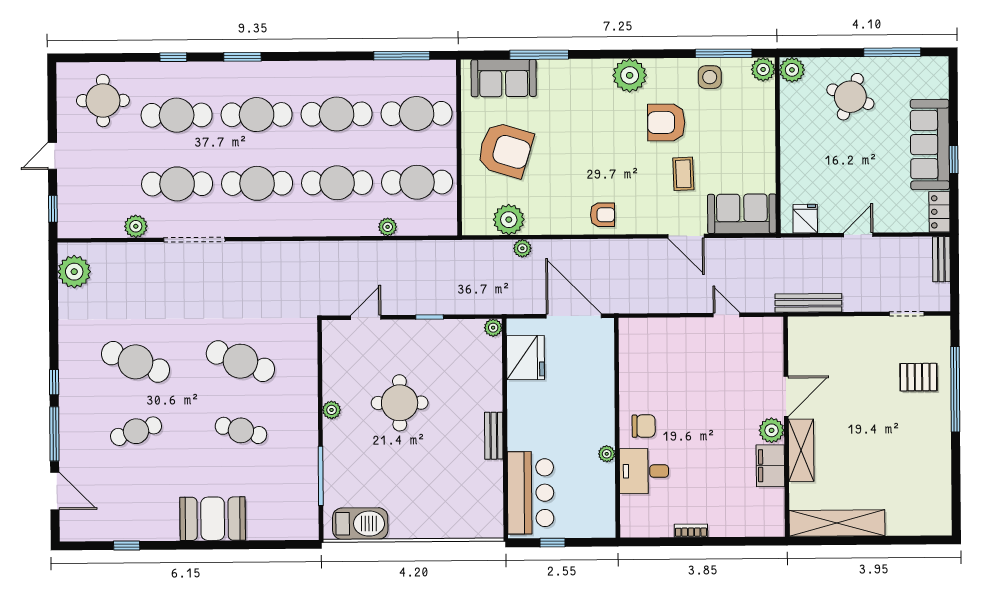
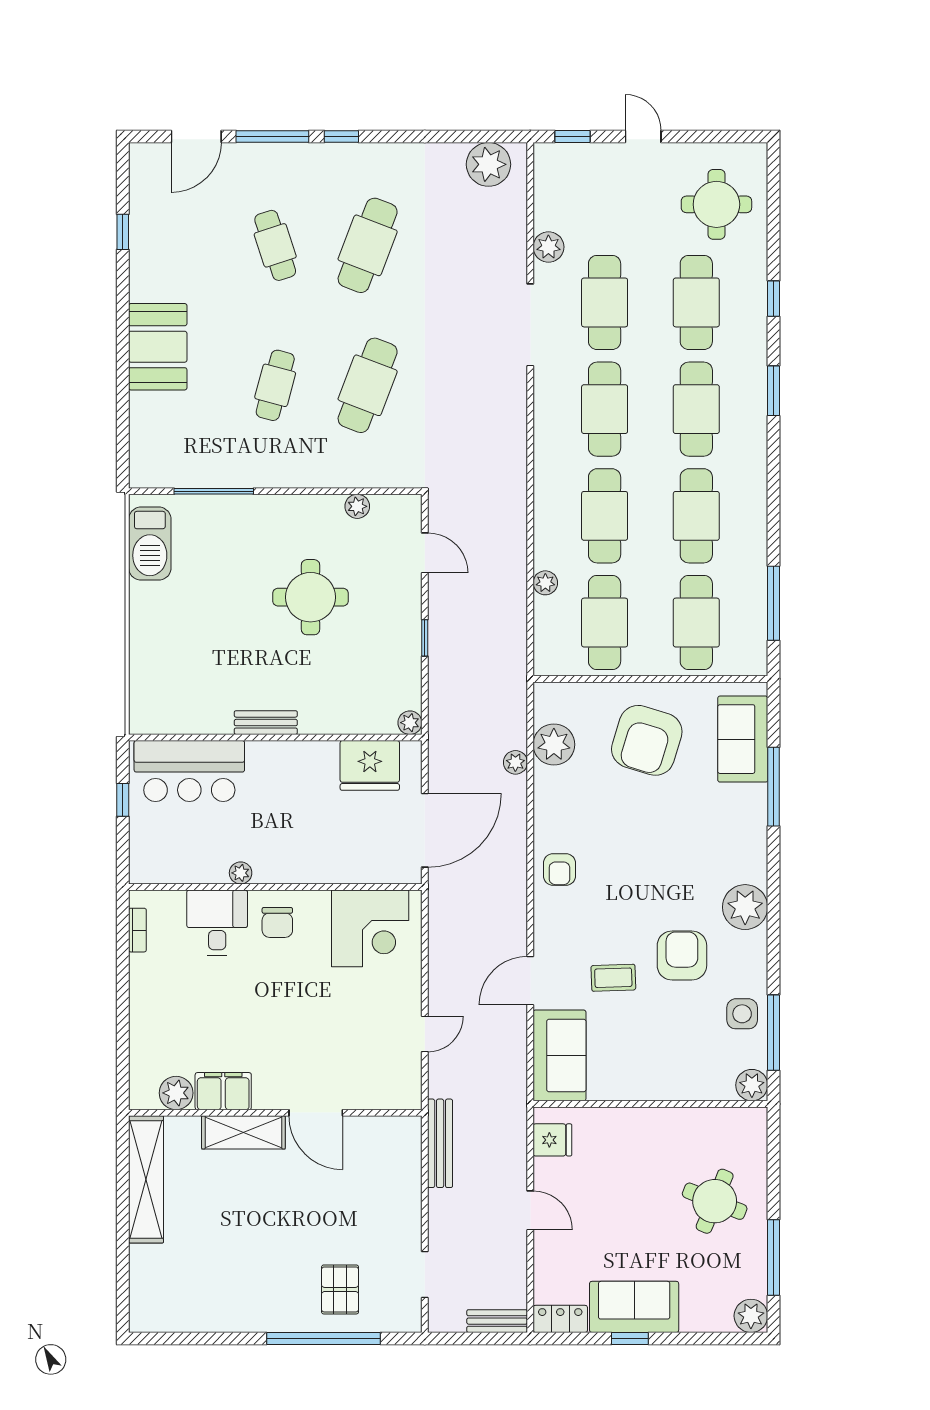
plant: (792, 70) -> (751, 1316), moved
sofa: (930, 145) -> (634, 1307), width x0.73
corner desk: (648, 356) -> (370, 928), added
plant: (332, 410) -> (357, 506), moved
plant: (772, 430) -> (176, 1093), moved
bookcase: (691, 531) -> (137, 930), moved

